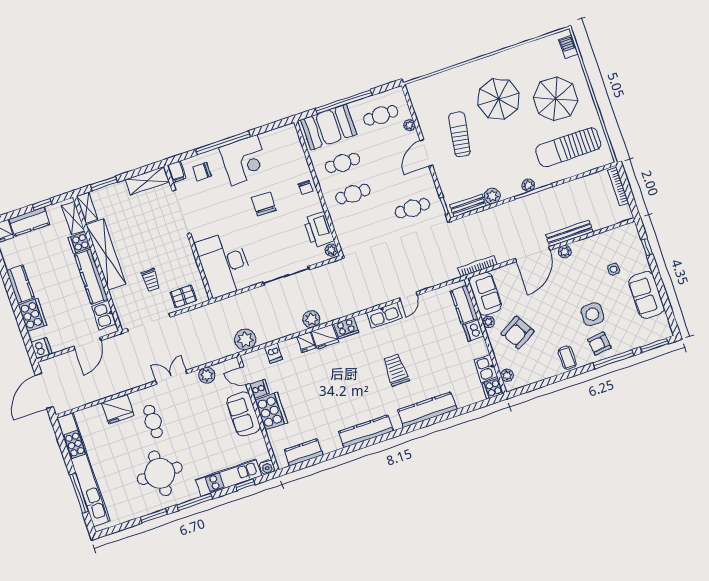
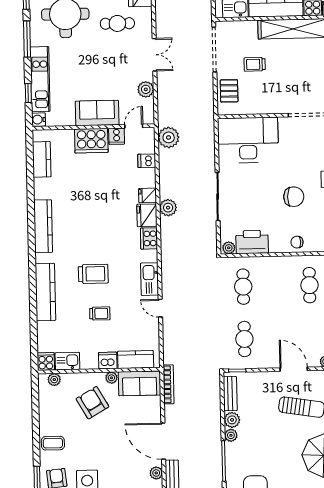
plant: (528, 185) -> (231, 435), moved
cafe table: (353, 194) -> (243, 287), moved
trolley: (431, 352) -> (100, 313), added

